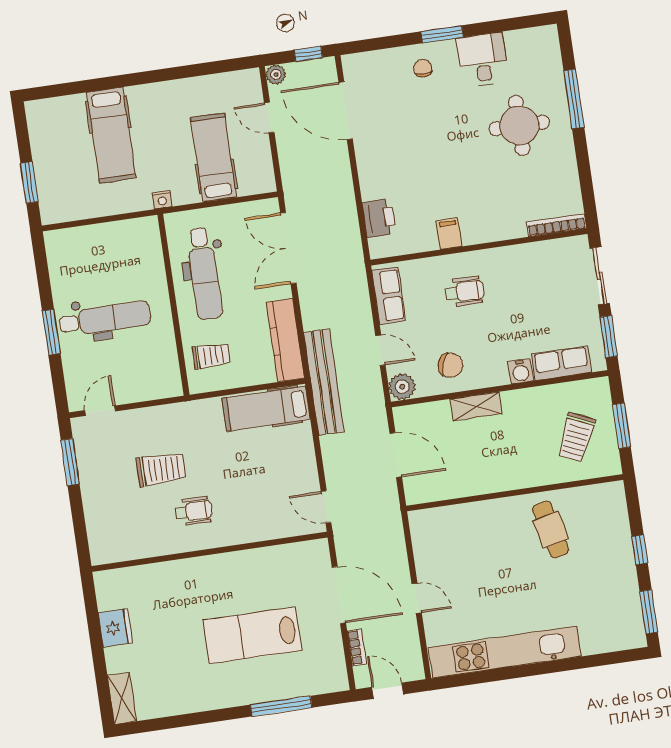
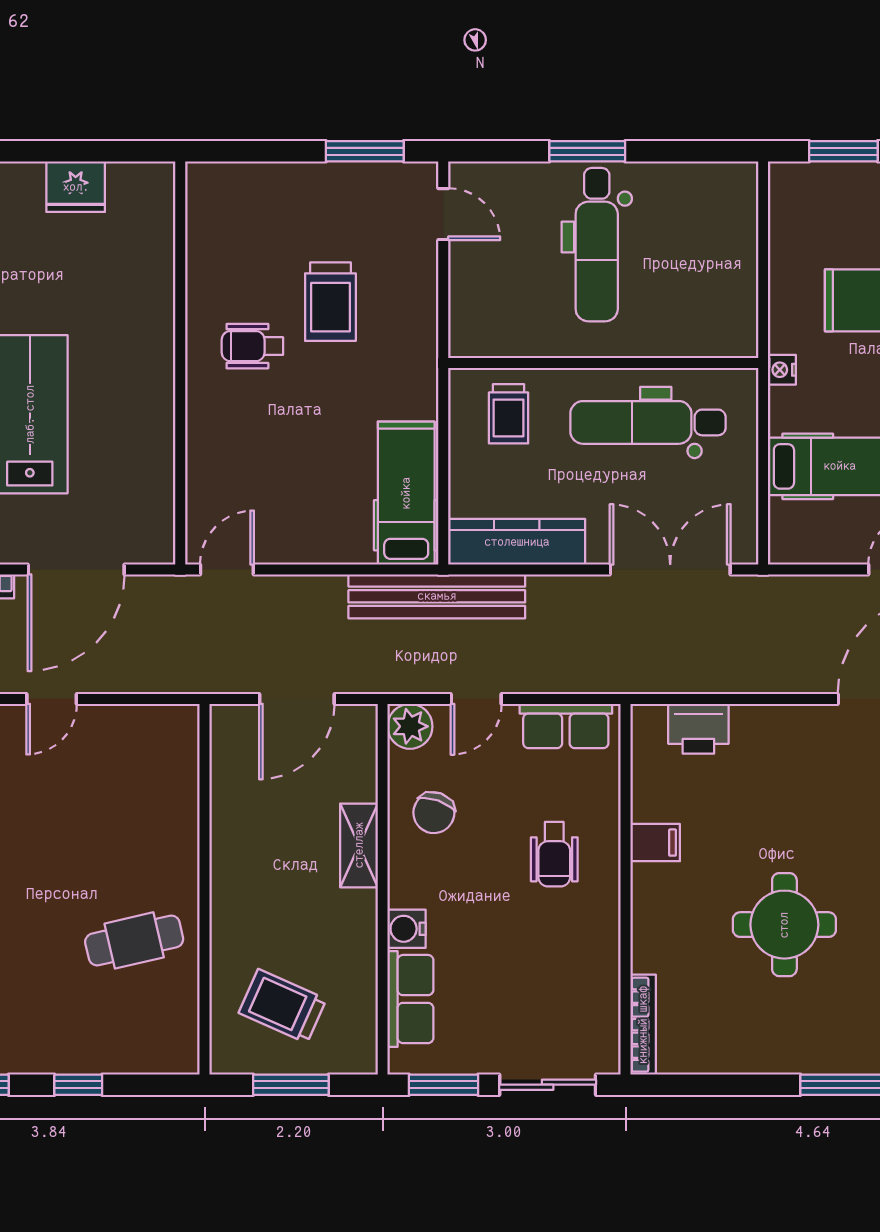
round table: (519, 125) -> (784, 925), moved
wheelchair: (193, 511) -> (252, 346), turned 90

